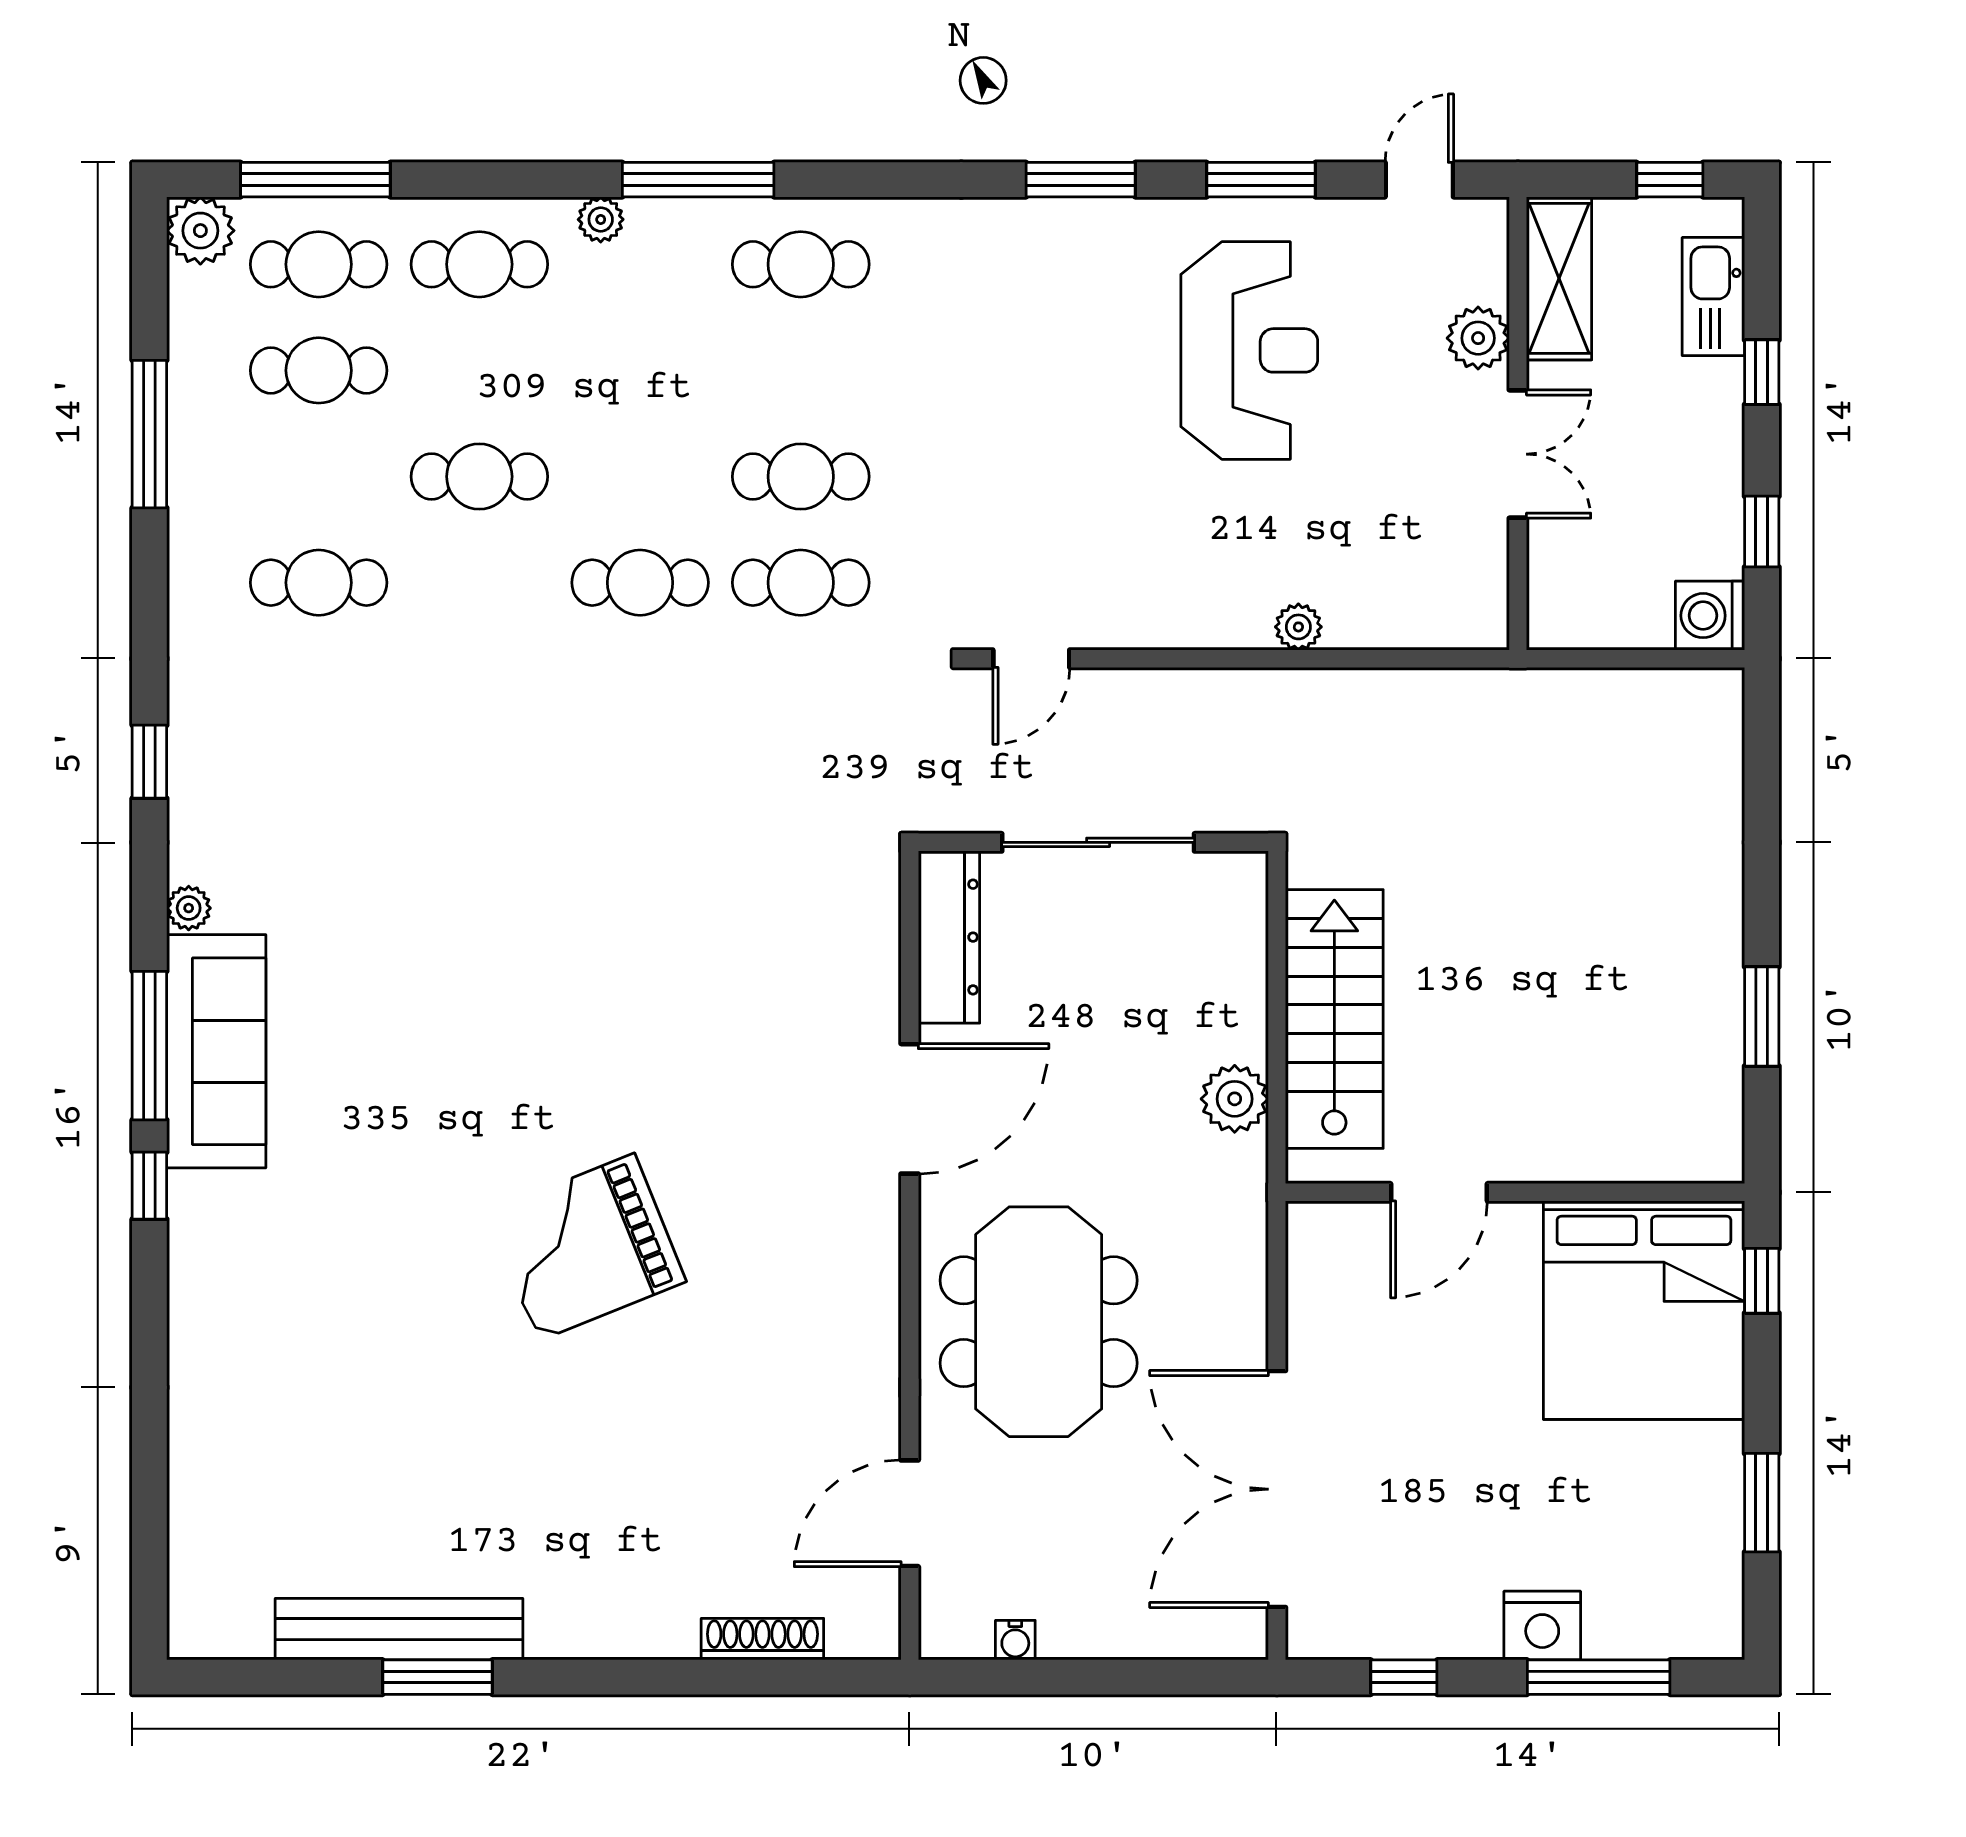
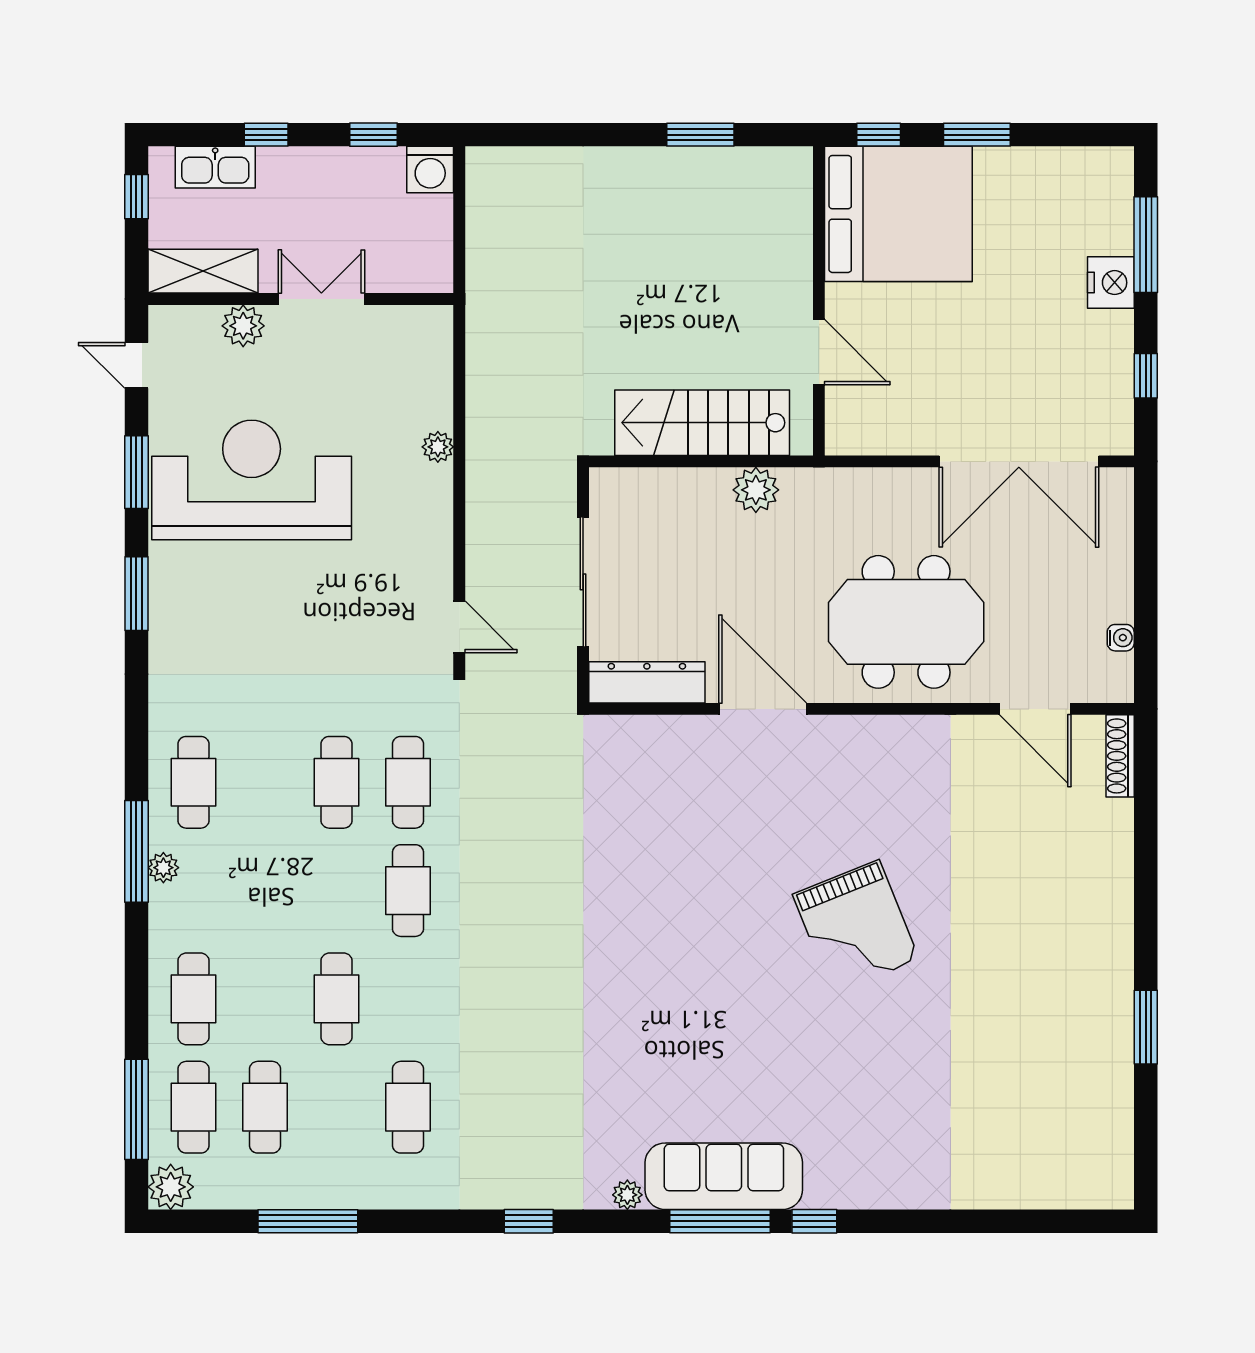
plant: (601, 219) -> (163, 868), moved
reception desk: (1249, 350) -> (252, 480), width x1.36, depth x1.30
window: (1762, 1503) -> (977, 135), moved
bench: (399, 1629) -> (1113, 1053), removed
shoe rack: (762, 1639) -> (1120, 756), moved

